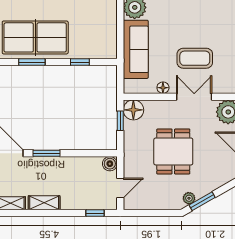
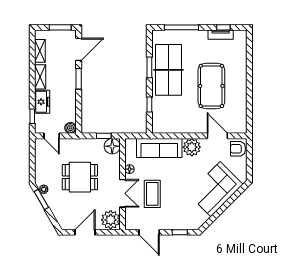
freezer: (76, 200) -> (42, 102), added

